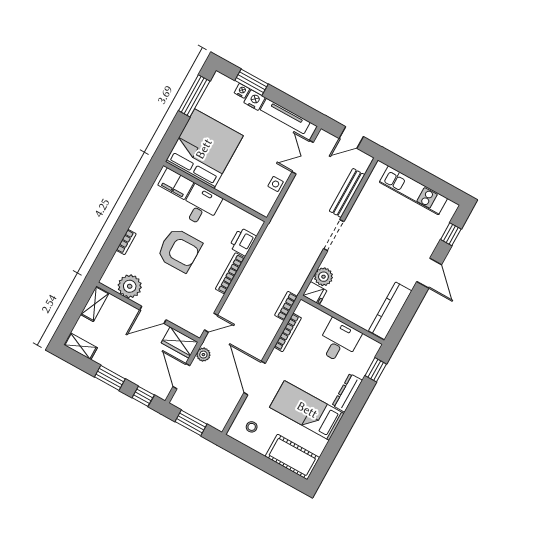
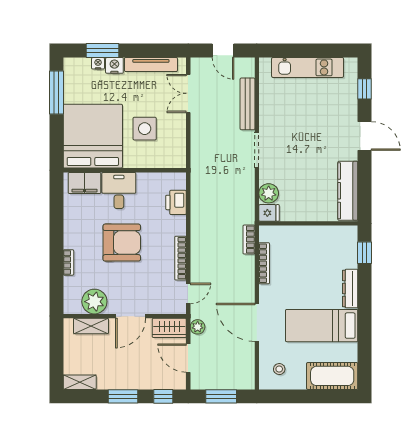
door: (351, 138) -> (223, 50), hinge flipped
side table: (276, 184) -> (145, 129), moved, width x1.87, depth x1.87
bookcase: (230, 273) -> (180, 258), moved
shelving: (95, 304) -> (91, 326), moved, turned 90
desk: (339, 341) -> (316, 245), removed

